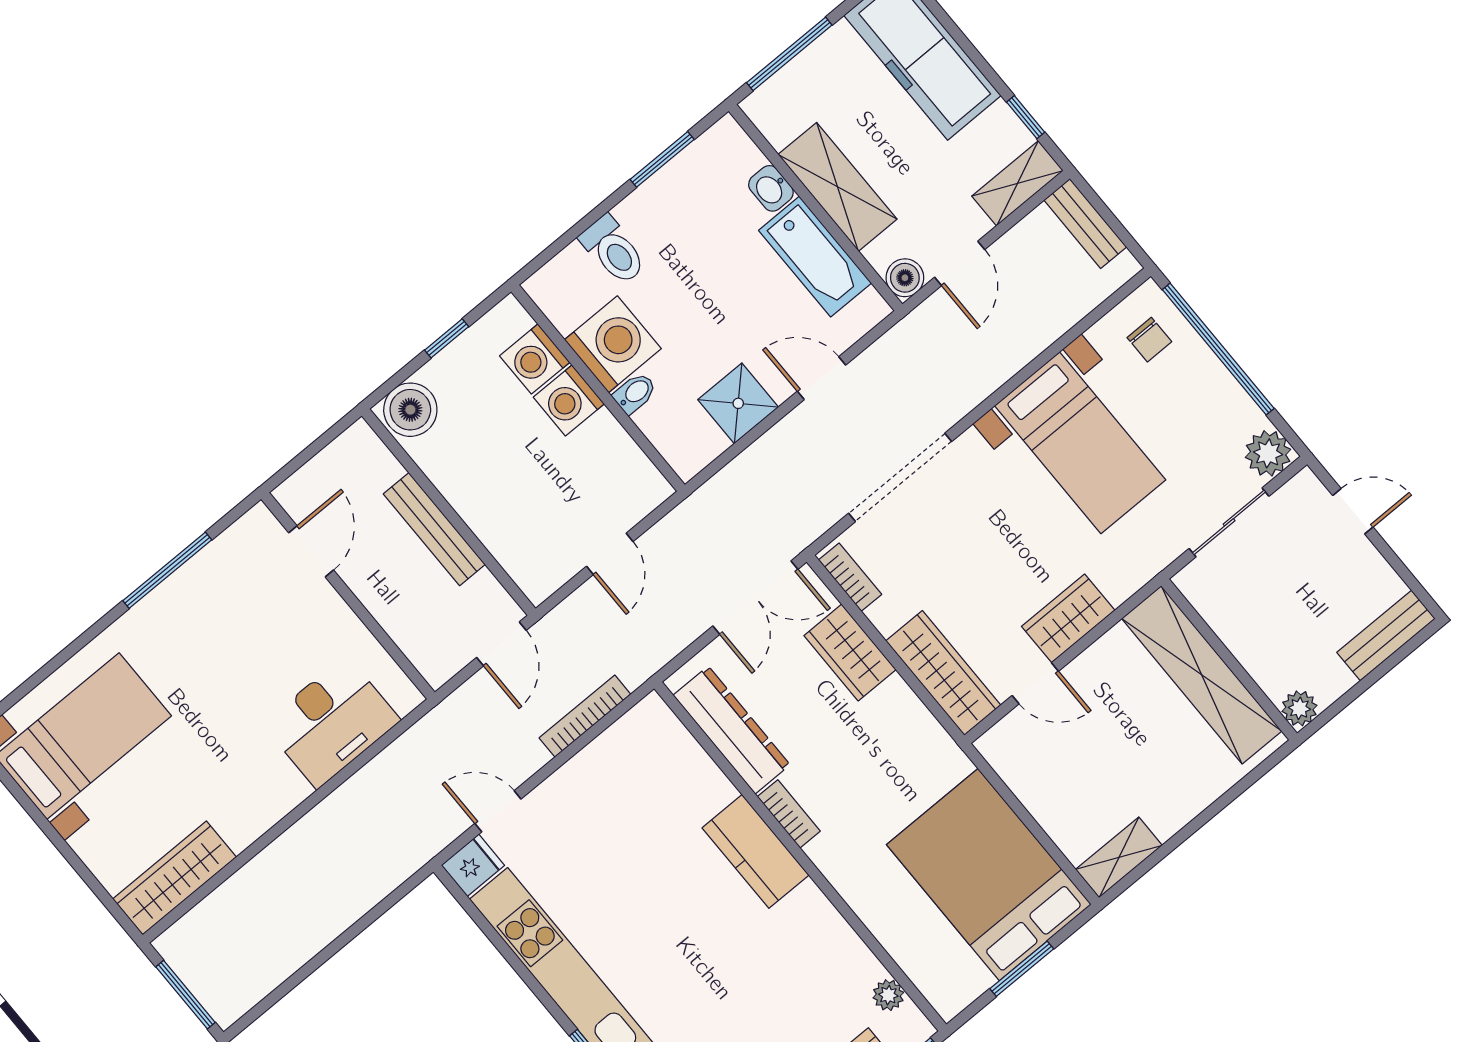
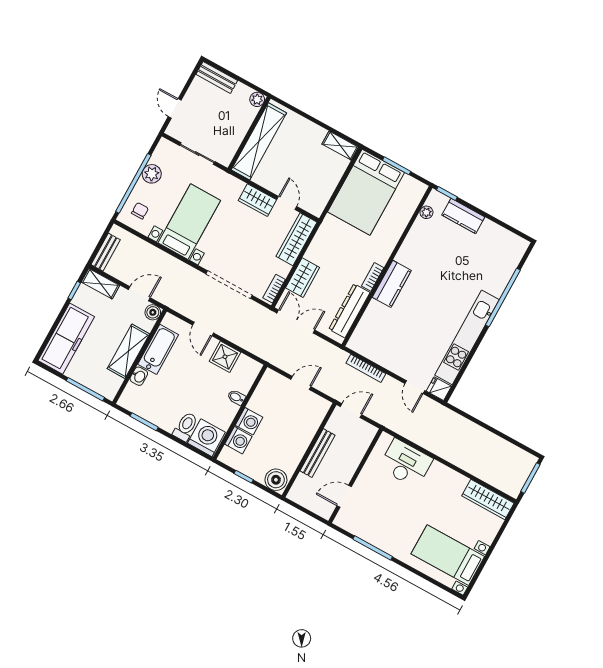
washing machine: (613, 344) -> (206, 438), moved, turned 90
plant: (1268, 453) -> (152, 174), moved

